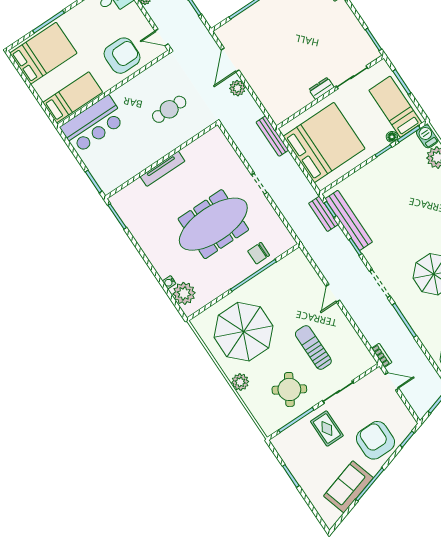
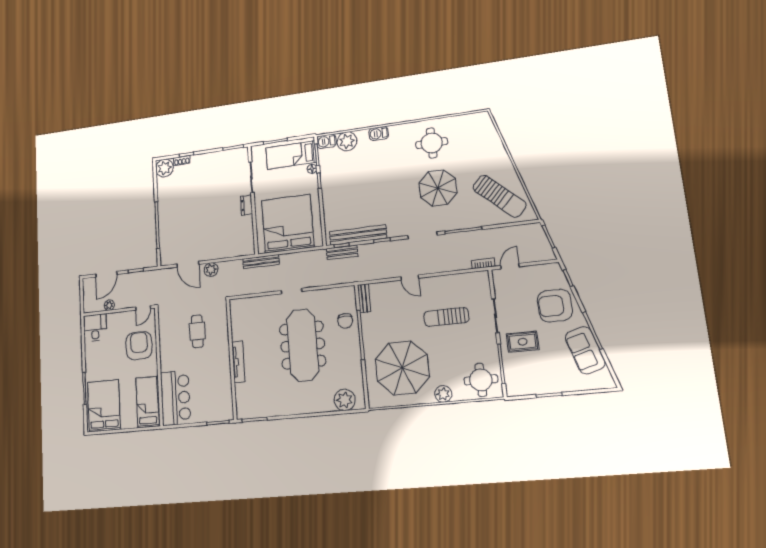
bench: (290, 260) -> (364, 298), added
water cooler: (169, 282) -> (329, 407), removed
round table: (289, 389) -> (481, 380), moved, turned -31

